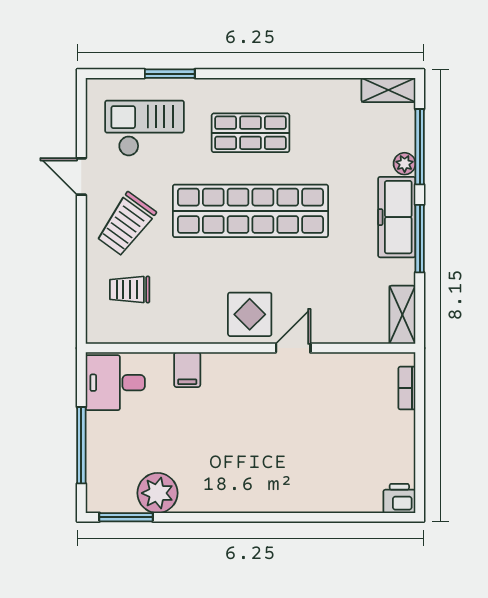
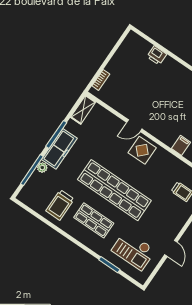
shelving: (388, 90) -> (29, 200), removed
trolley: (126, 224) -> (60, 205), moved, turned 144
printer: (399, 498) -> (157, 55), moved

